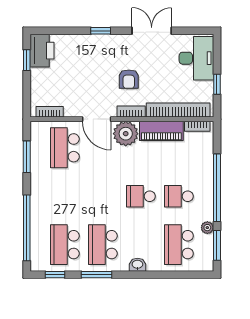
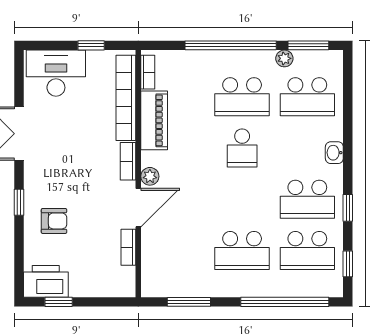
armchair: (129, 79) -> (54, 221), moved
bookcase: (50, 112) -> (128, 247), moved
plant: (126, 134) -> (150, 176), width x0.53, depth x0.53
school desk: (65, 148) -> (242, 251), moved
school desk: (179, 196) -> (242, 97), width x1.85
window: (96, 275) -> (348, 208), width x0.67

